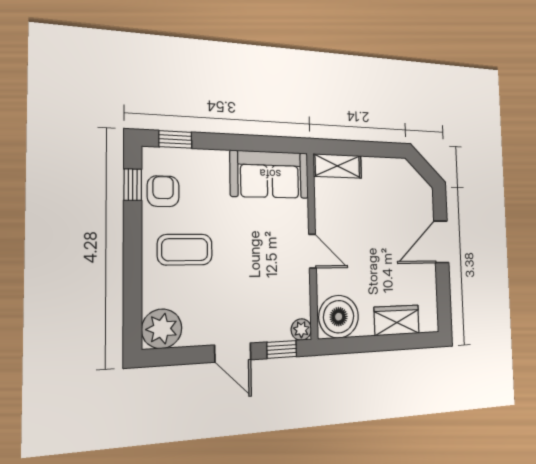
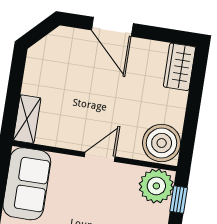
wardrobe: (397, 320) -> (179, 67), moved
plant: (301, 330) -> (156, 186), width x1.87, depth x1.87

